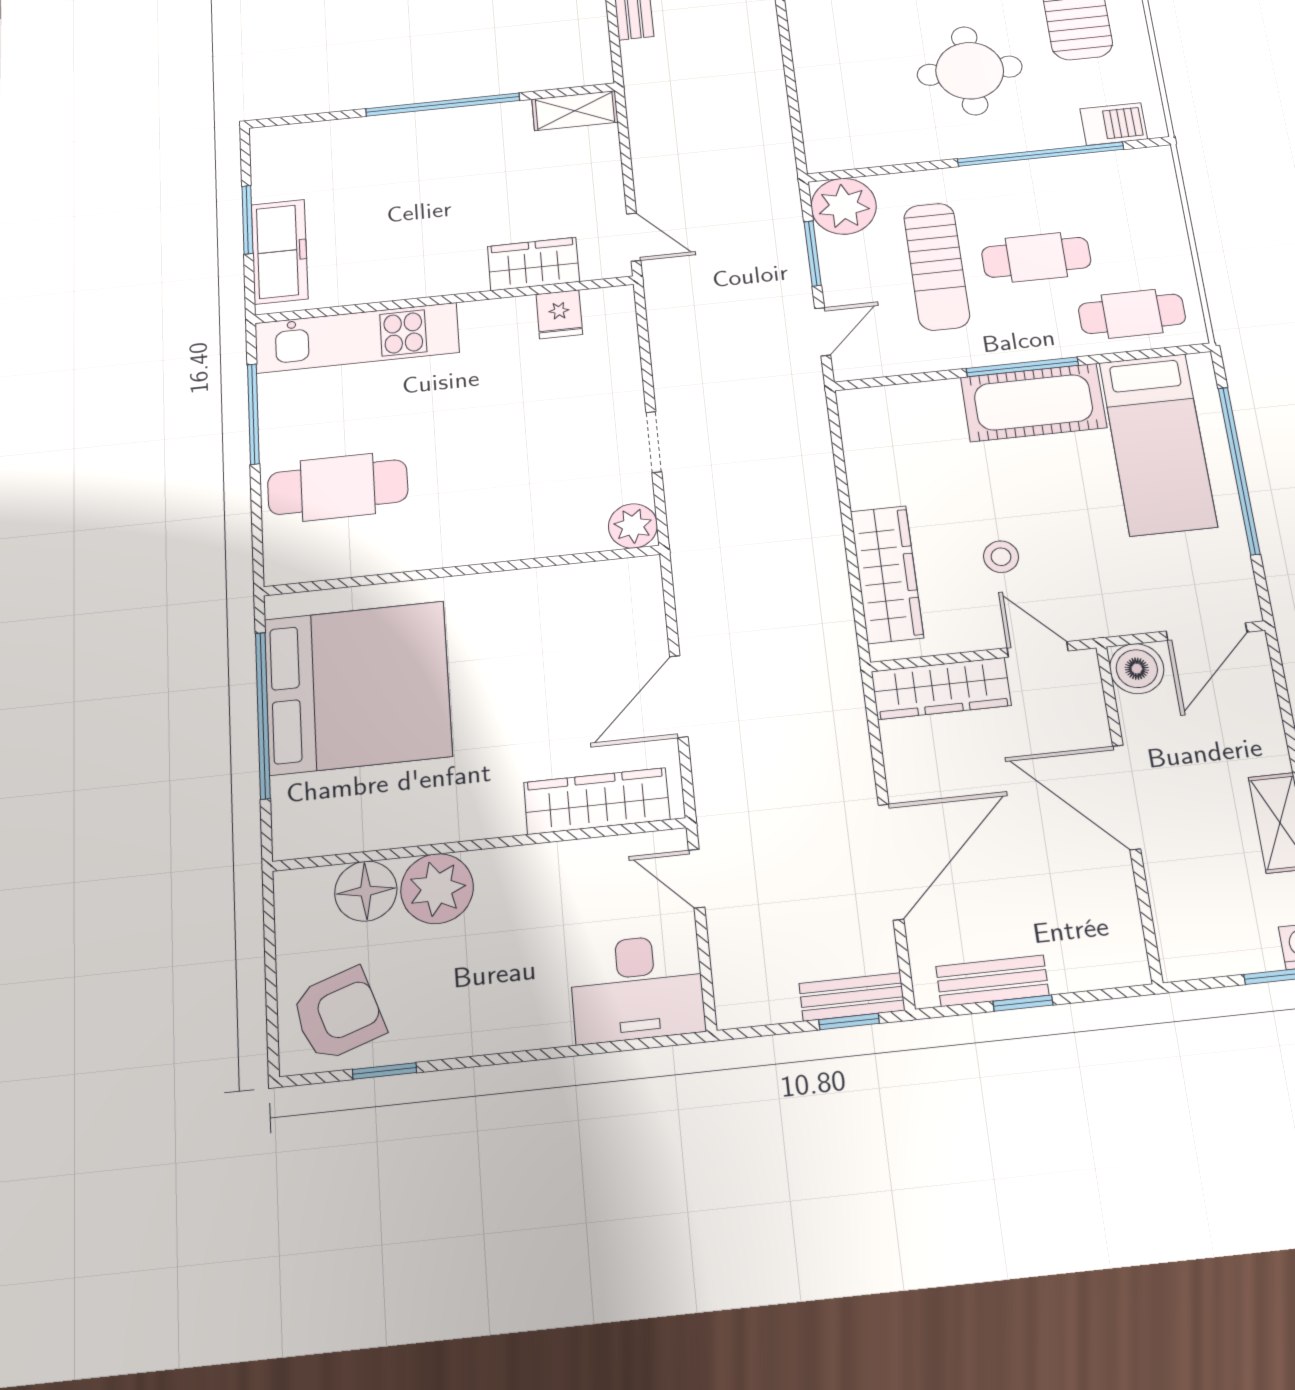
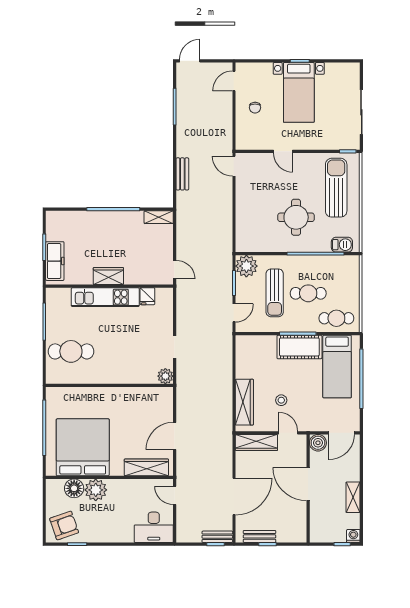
wardrobe: (533, 264) -> (108, 276), moved
kitchen unit: (357, 338) -> (105, 297), moved
bed: (357, 687) -> (83, 447), moved, turned -90

